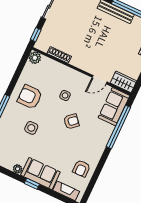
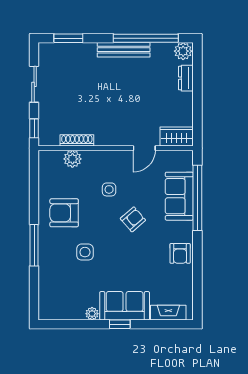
plant: (35, 58) -> (72, 159), moved
sofa: (114, 107) -> (179, 196), moved
armchair: (81, 168) -> (180, 253), moved

